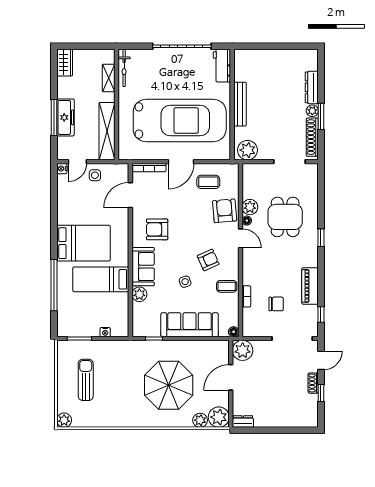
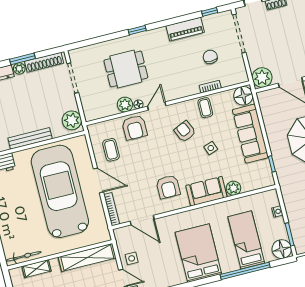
armchair: (225, 211) -> (135, 128), turned -85
bed: (101, 279) -> (246, 240), moved, turned 180
floor lamp: (67, 327) -> (282, 249), added
floor lamp: (234, 332) -> (243, 96), width x1.89, depth x1.89

